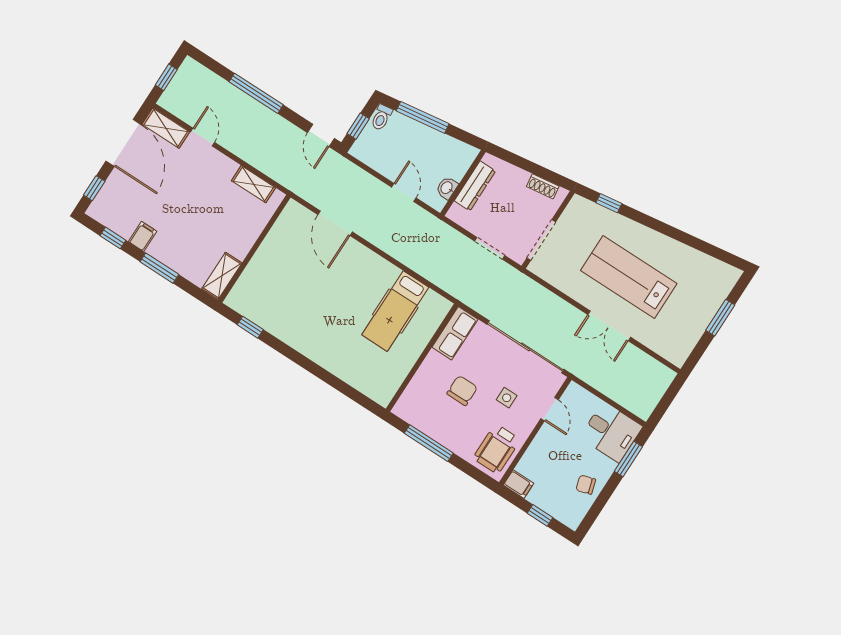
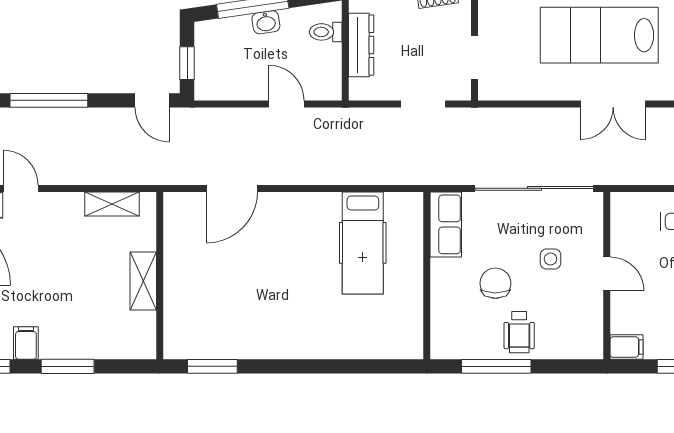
toilet: (381, 117) -> (326, 32), moved, turned 98
washbasin: (447, 188) -> (266, 22), moved, turned -98
door: (335, 223) -> (232, 188), hinge flipped
doorway: (541, 240) -> (475, 57), width x0.73
shelving: (222, 276) -> (143, 281), moved
window: (250, 327) -> (212, 366), width x1.50
door: (550, 409) -> (607, 274), moved
wheelchair: (497, 449) -> (519, 332), moved, width x0.73, depth x0.73

